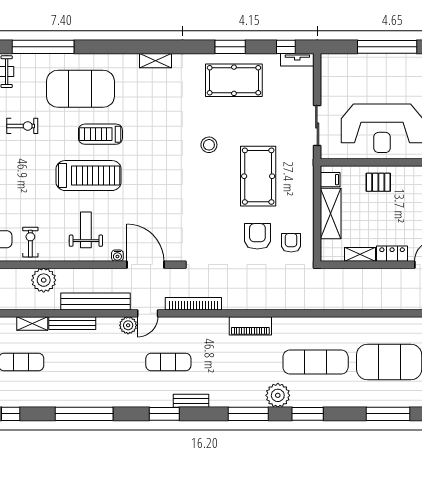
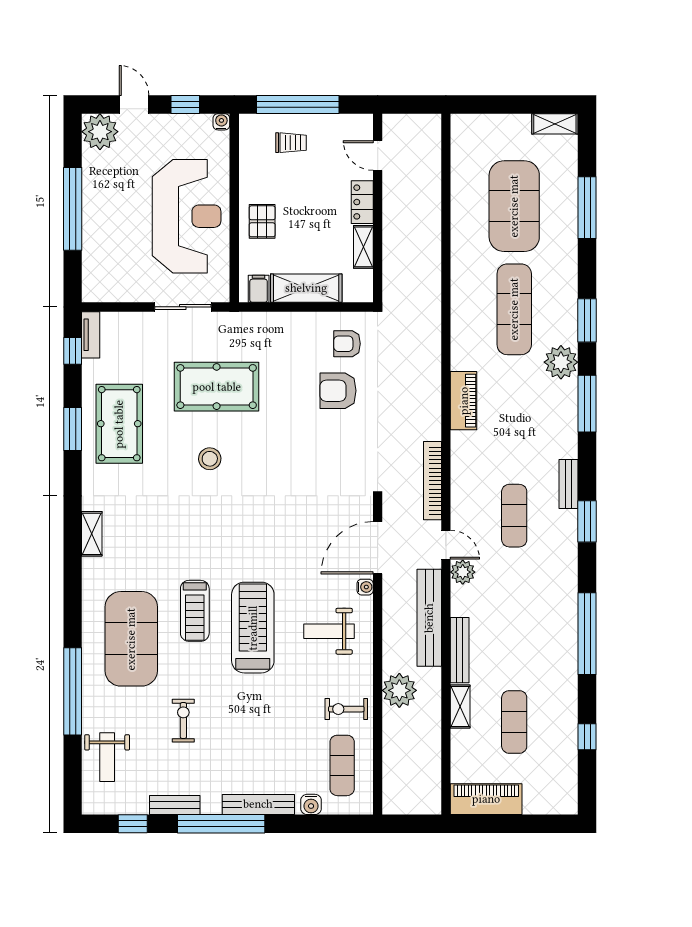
pool table: (258, 176) -> (217, 387), moved

